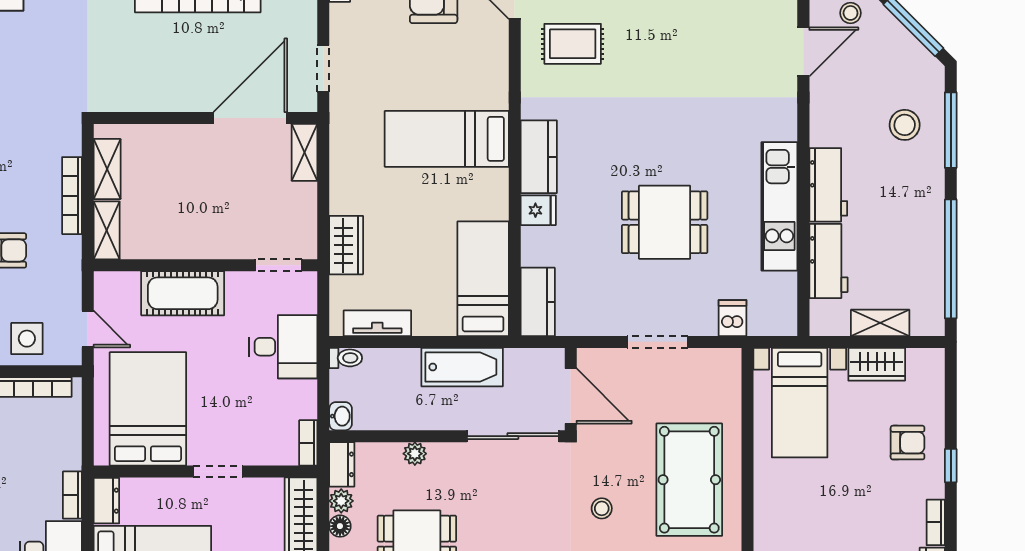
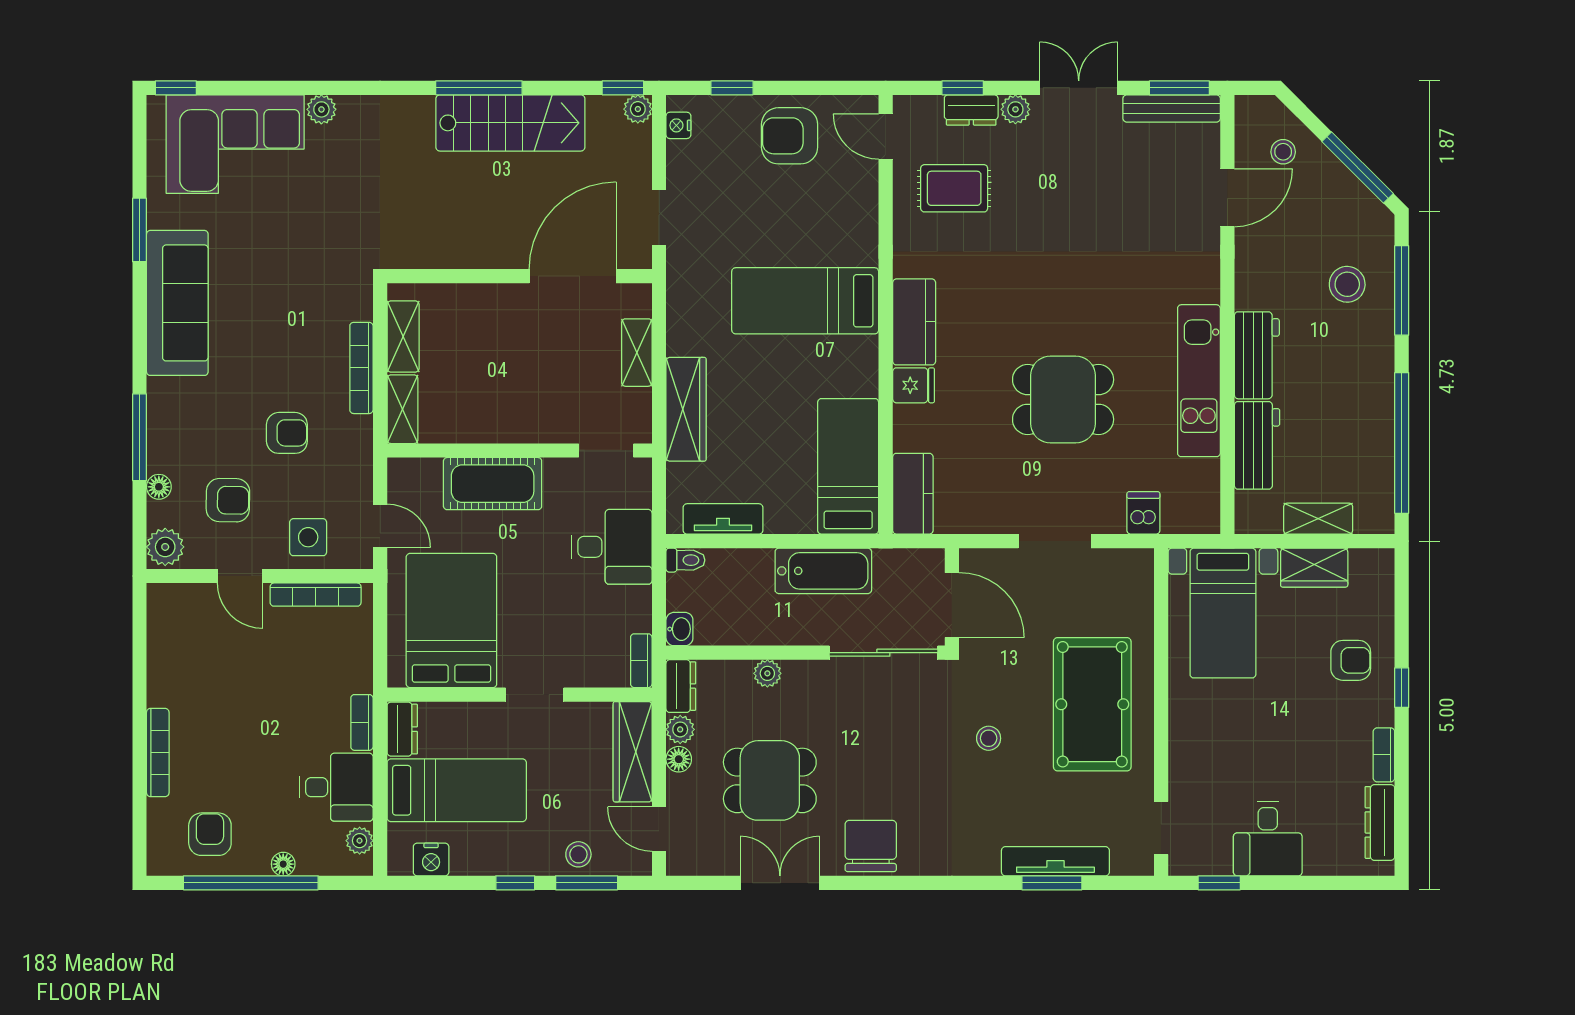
shelving: (305, 152) -> (637, 353), moved
wardrobe: (346, 245) -> (686, 409), width x1.50

